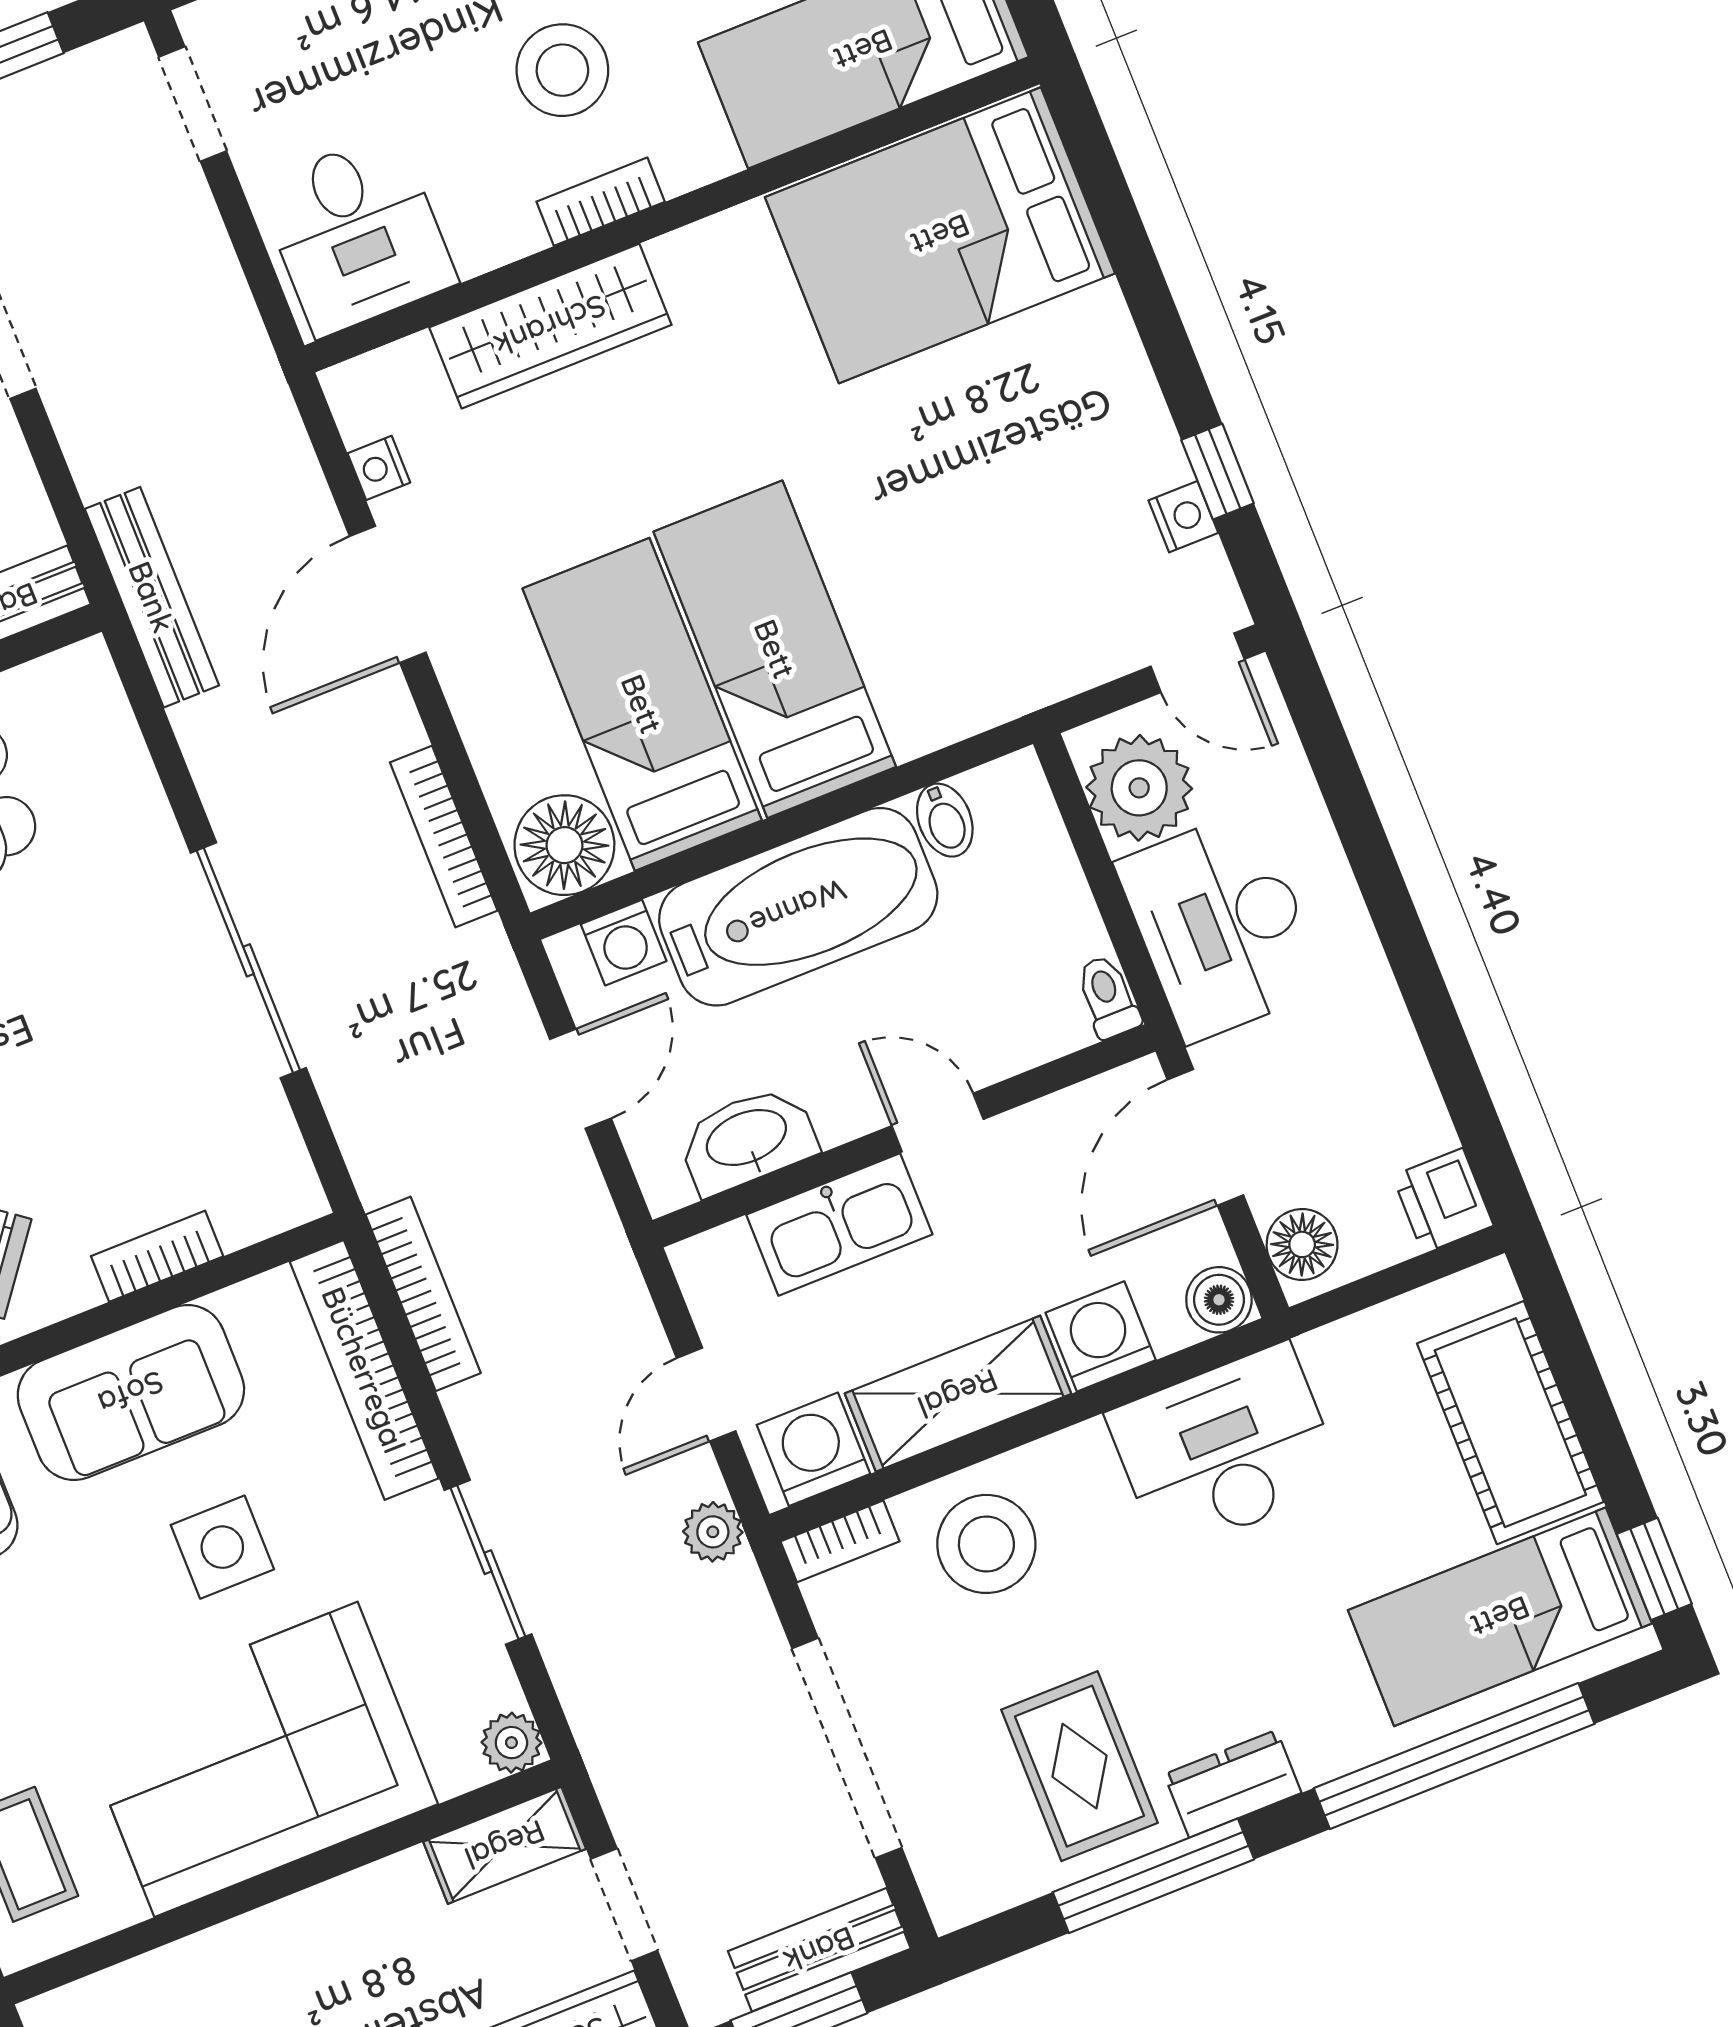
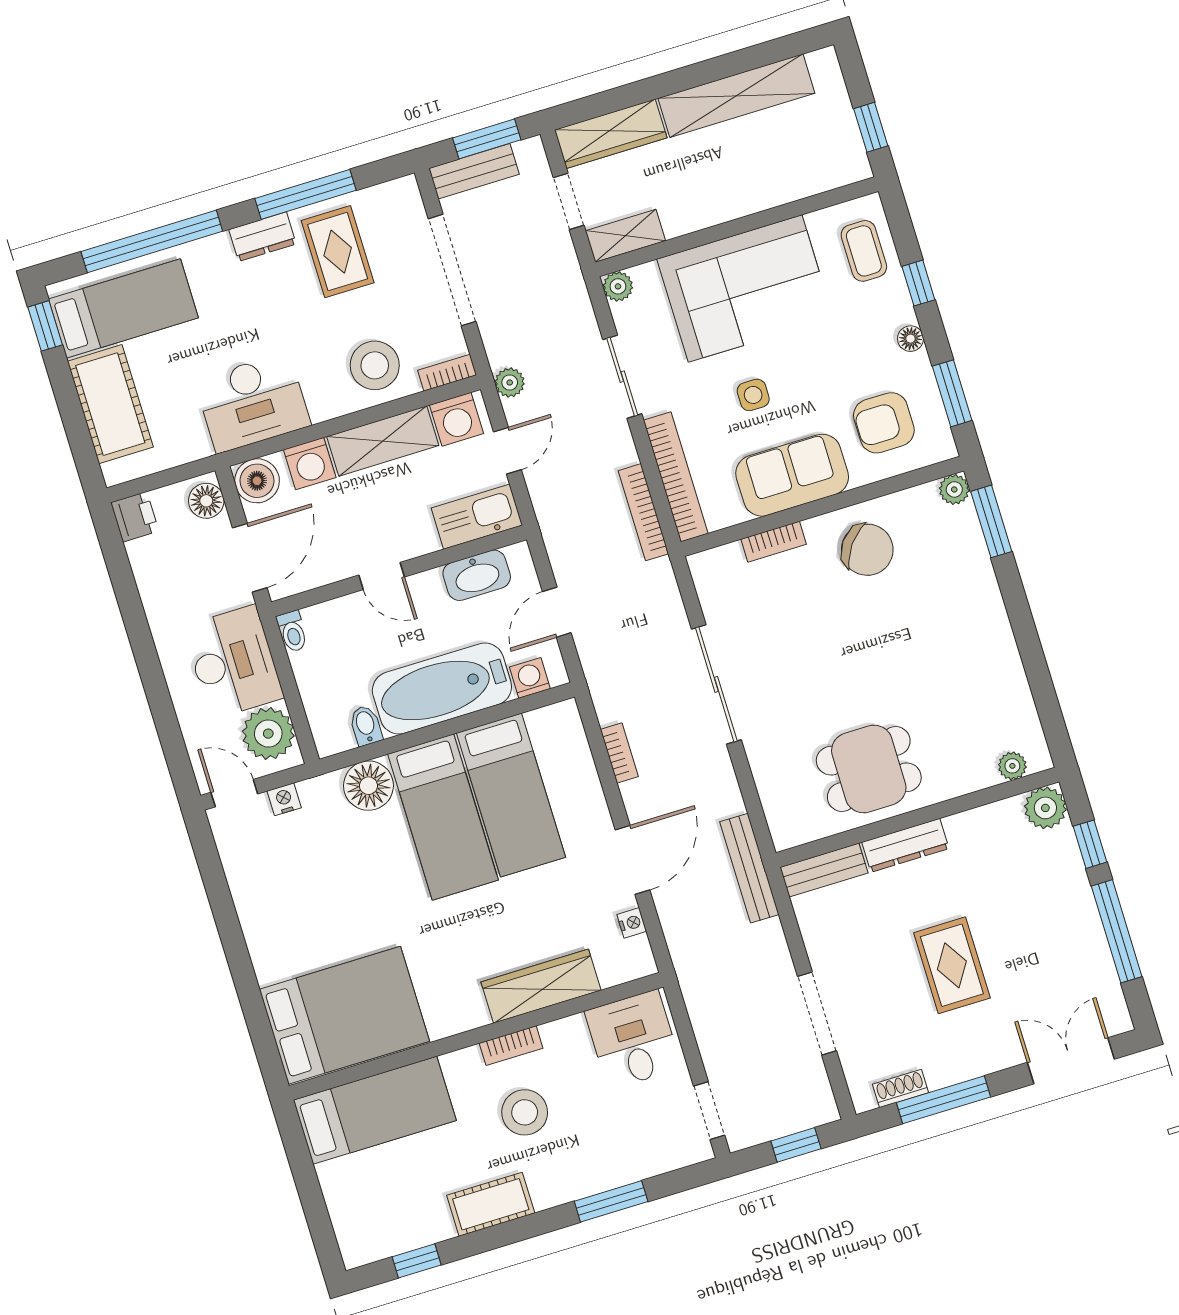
window: (1218, 472) -> (217, 887), removed
nightstand: (1183, 517) -> (284, 799), moved, turned 90
bookcase: (444, 836) -> (619, 753), width x0.64
floor lamp: (564, 845) -> (368, 786), moved
kitchen sink: (839, 1224) -> (477, 517), moved
boiler: (1219, 1300) -> (257, 481), width x1.36, depth x1.36
side table: (222, 1547) -> (753, 395), width x0.73, depth x0.73

